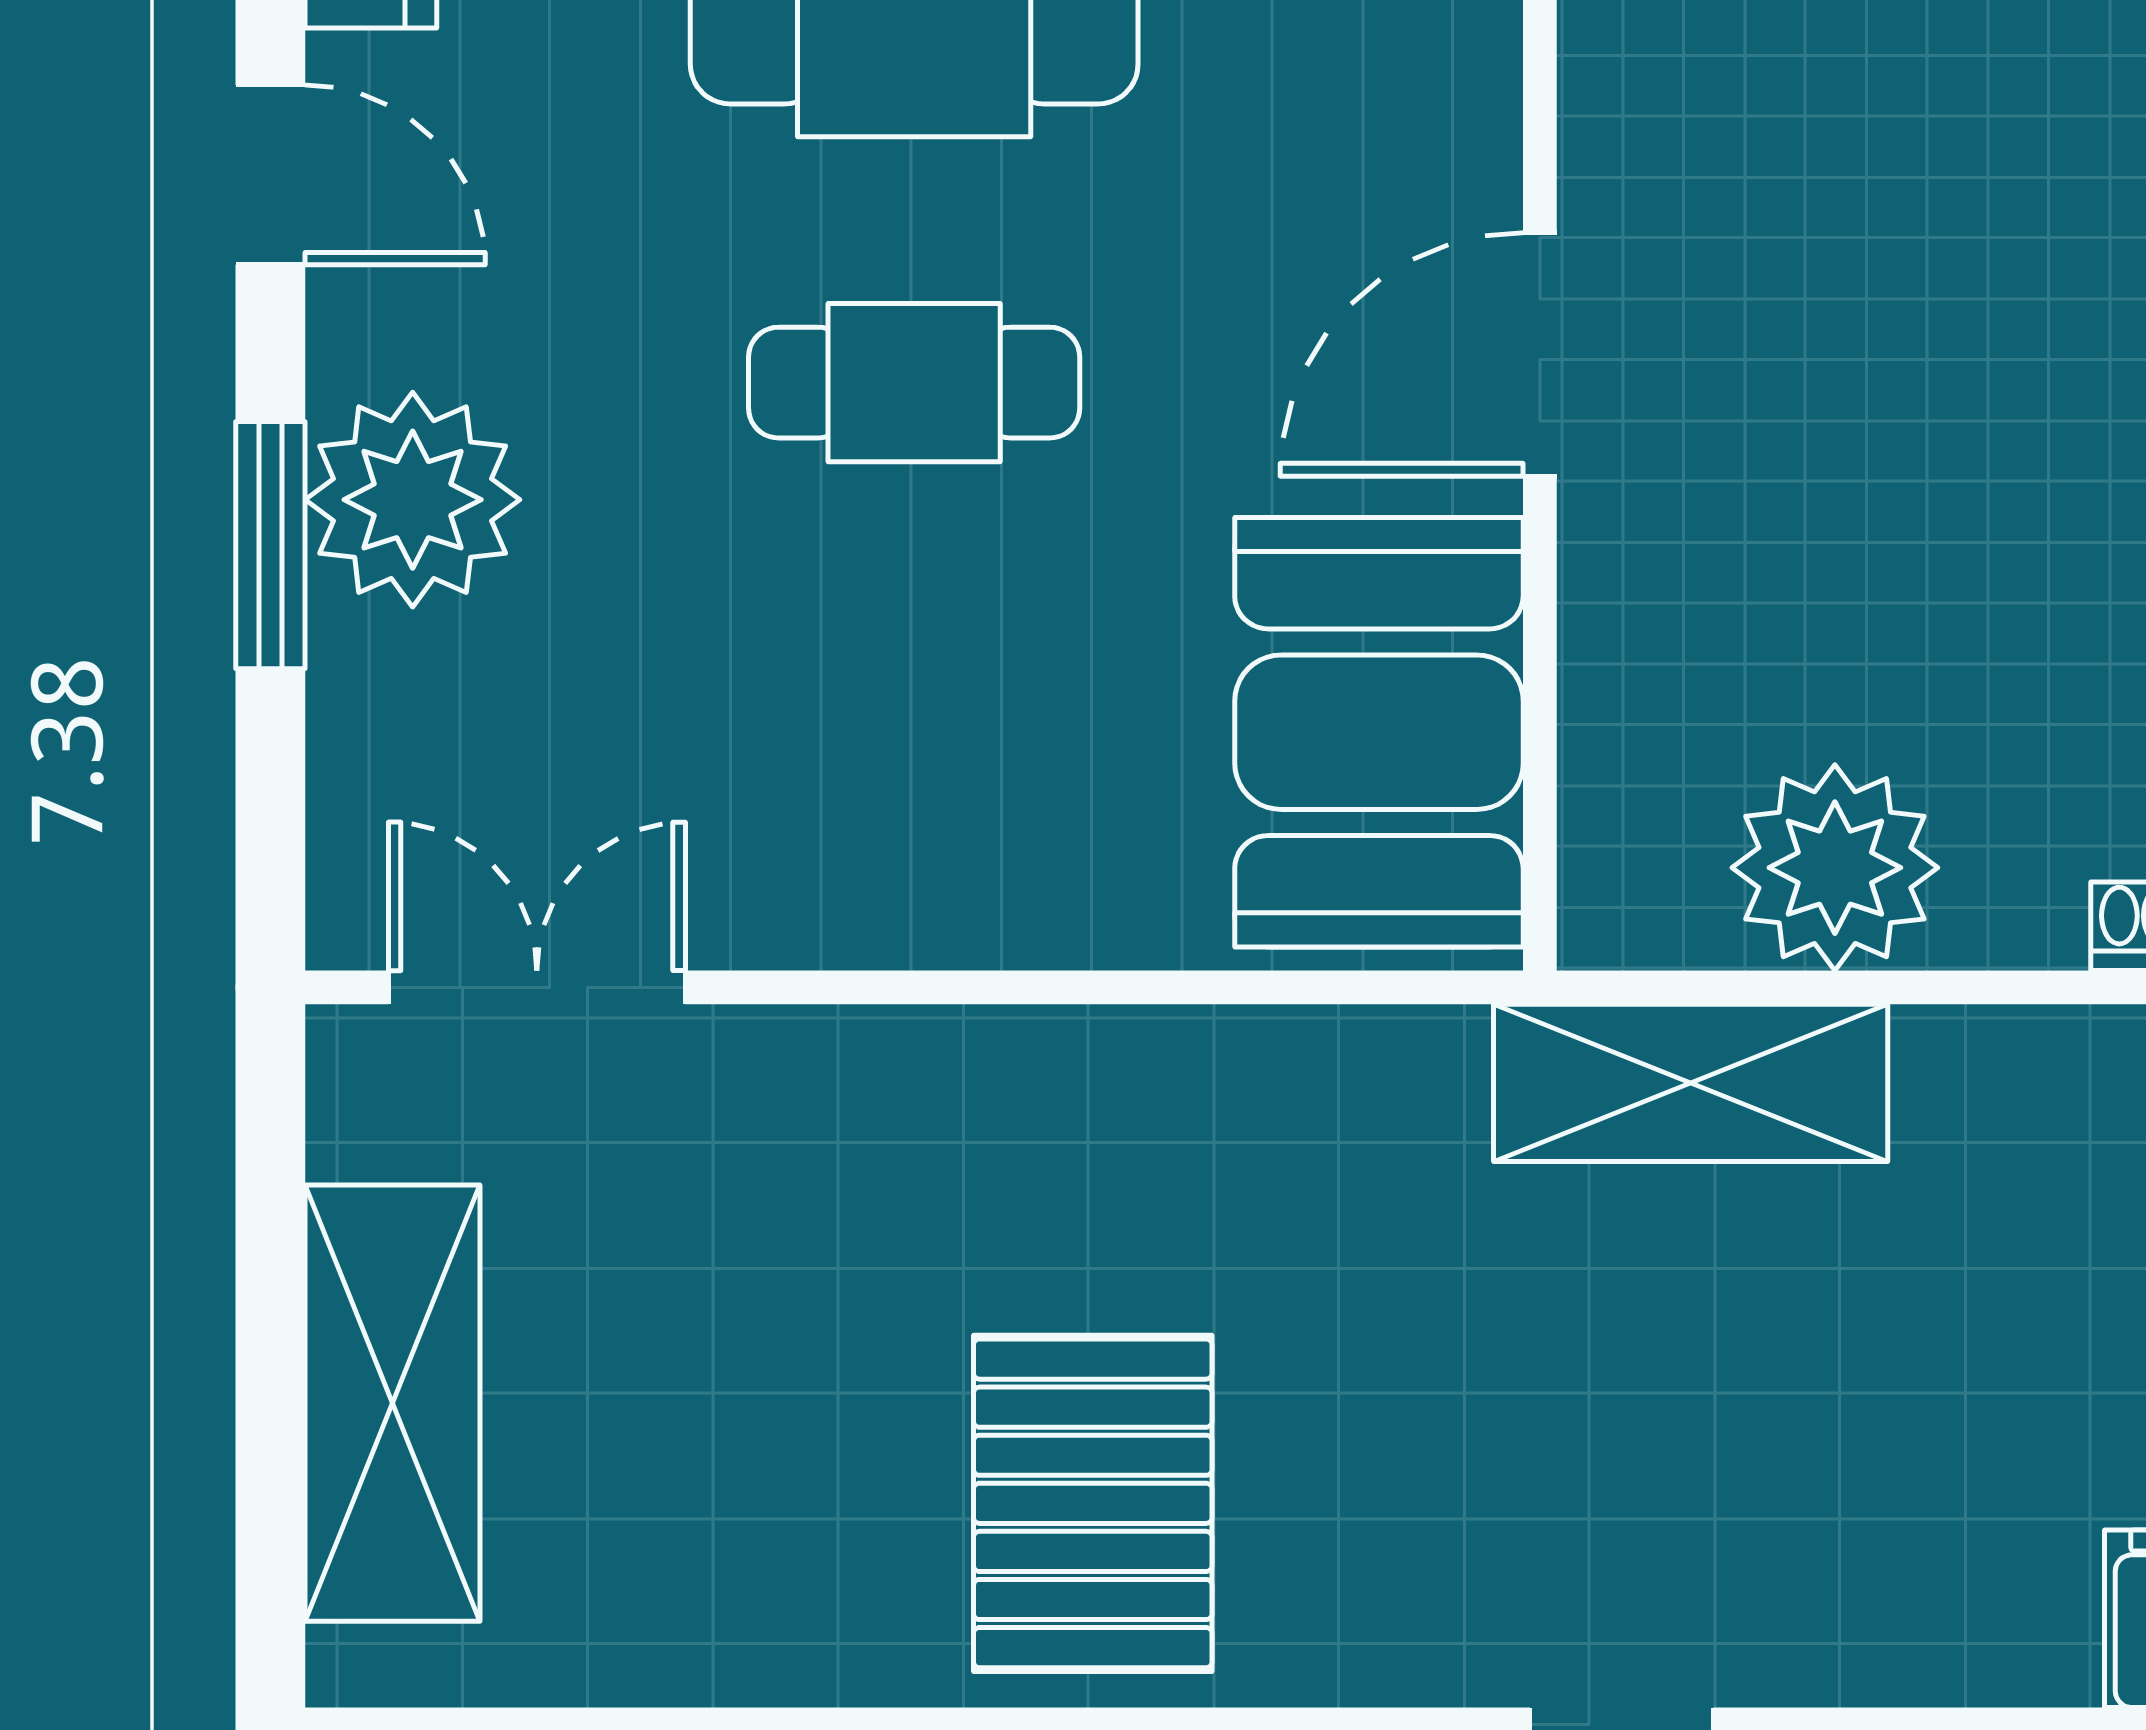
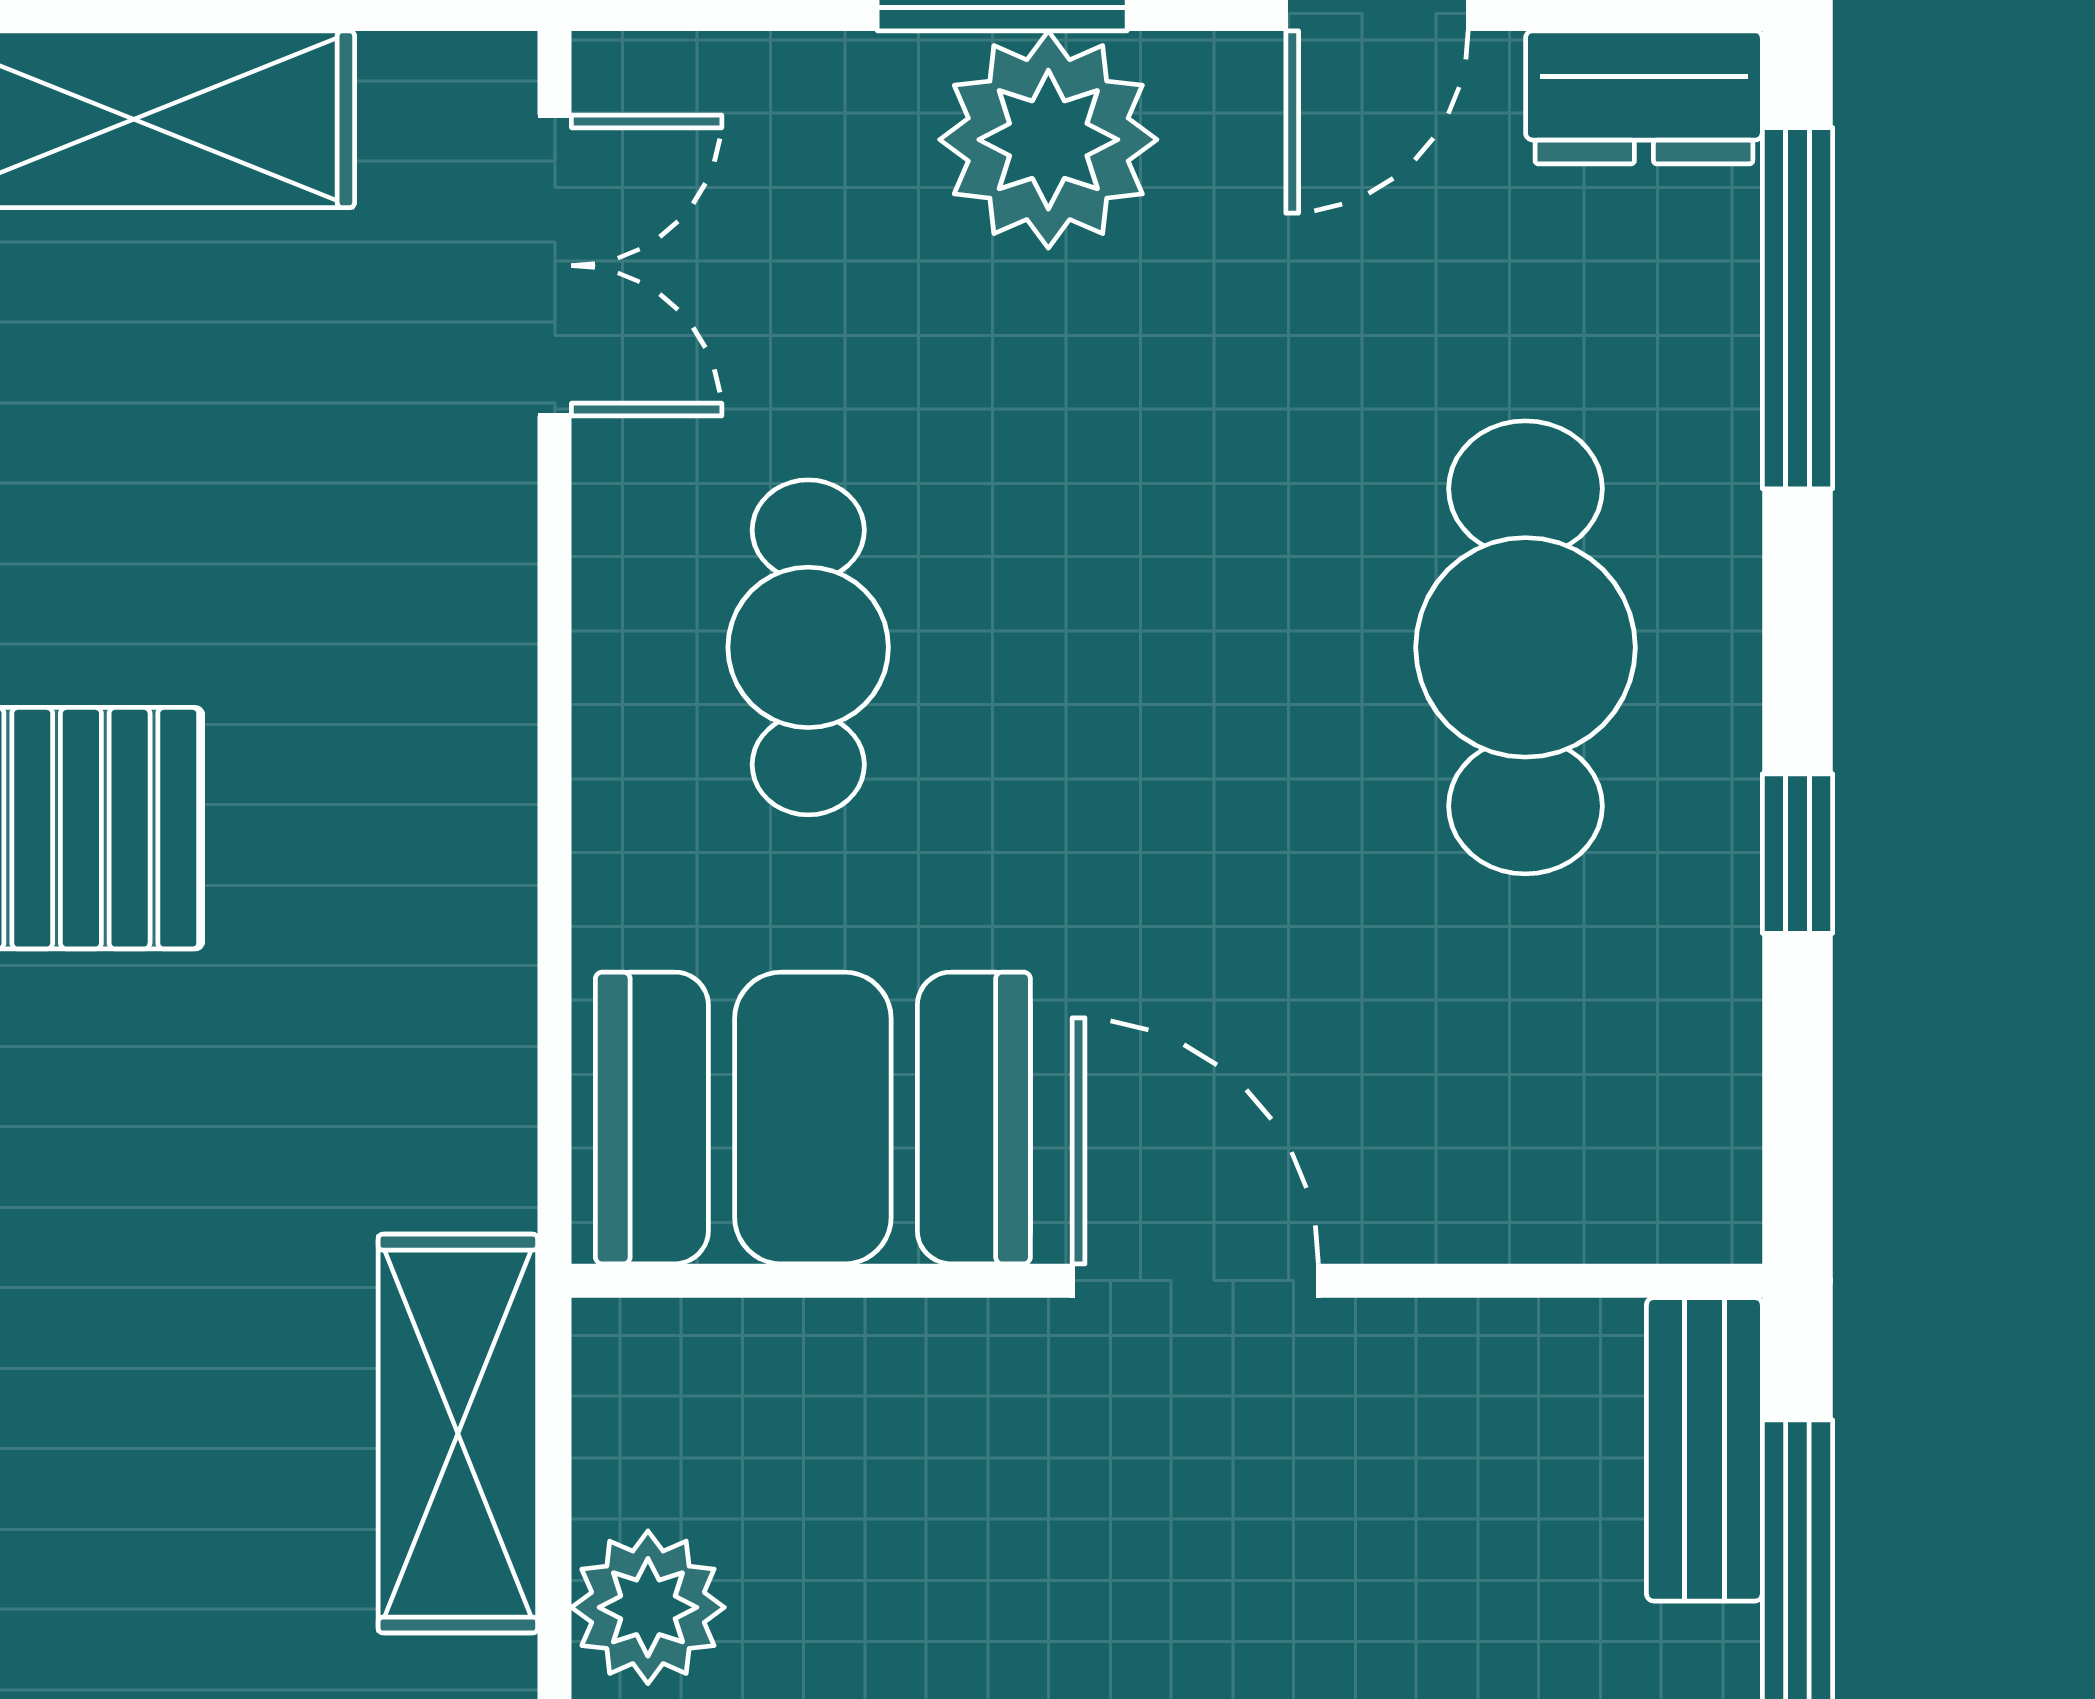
cafe table: (914, 383) -> (808, 647), moved
plant: (1835, 868) -> (648, 1607), width x0.73, depth x0.73

